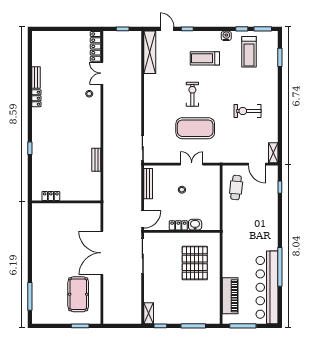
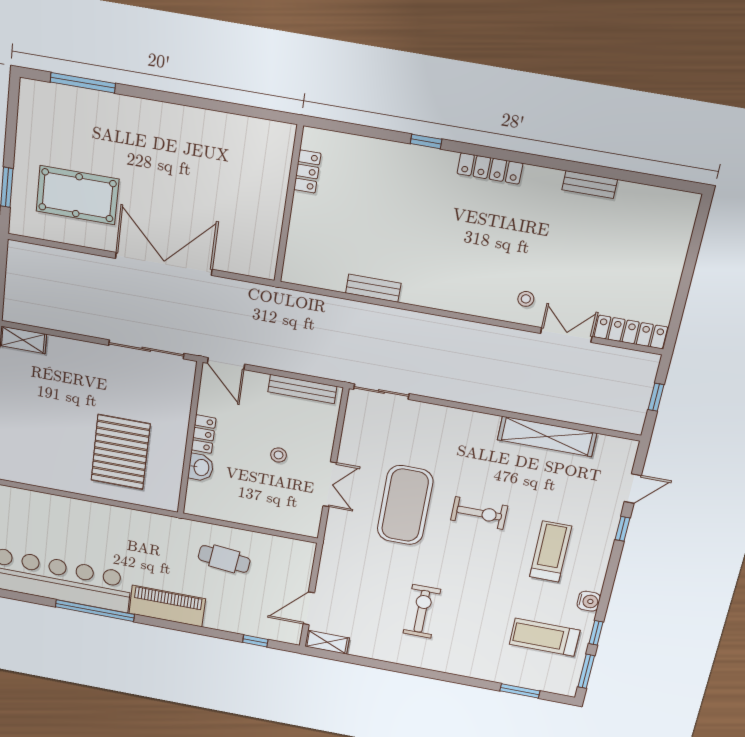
shelving: (150, 52) -> (547, 436), moved
locker: (36, 98) -> (490, 168), moved, width x1.53
cafe table: (236, 188) -> (224, 559), moved
pallet: (195, 263) -> (120, 452), turned 90
piano: (230, 296) -> (167, 606), moved, turned 180

